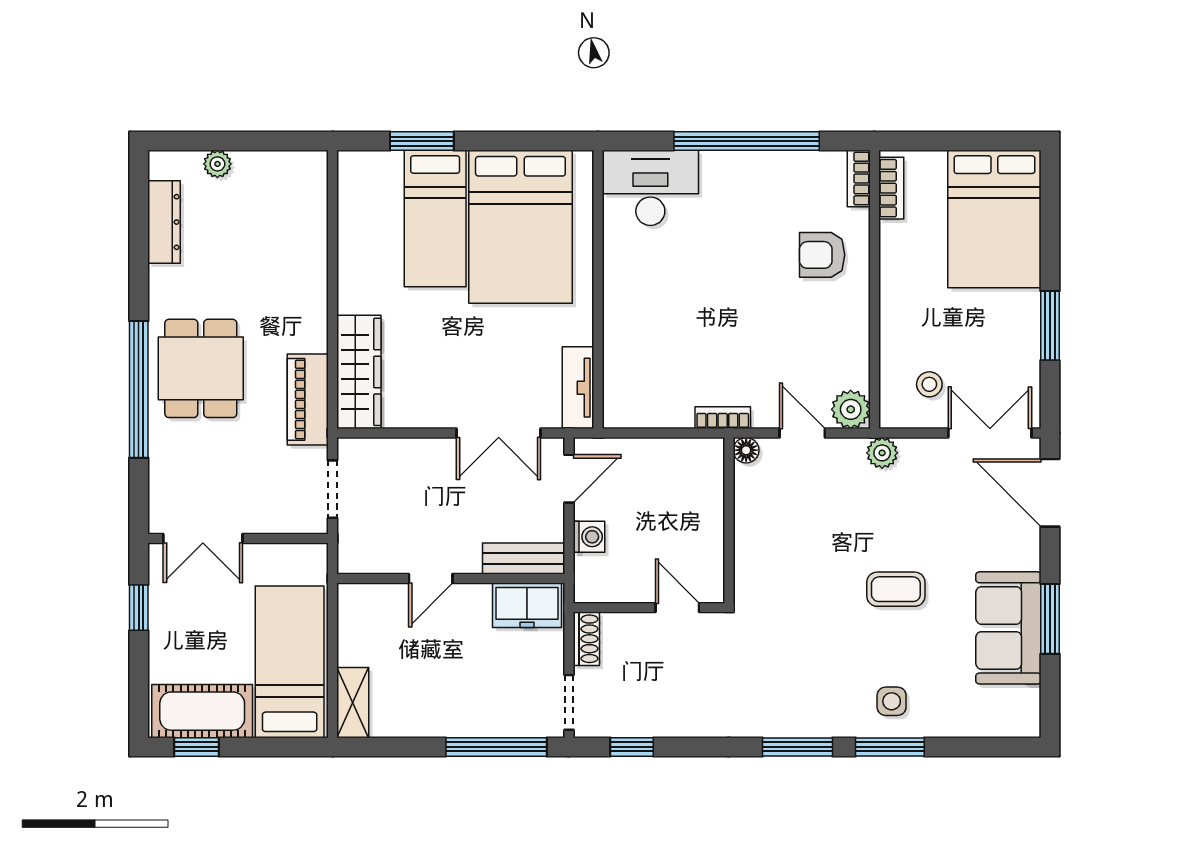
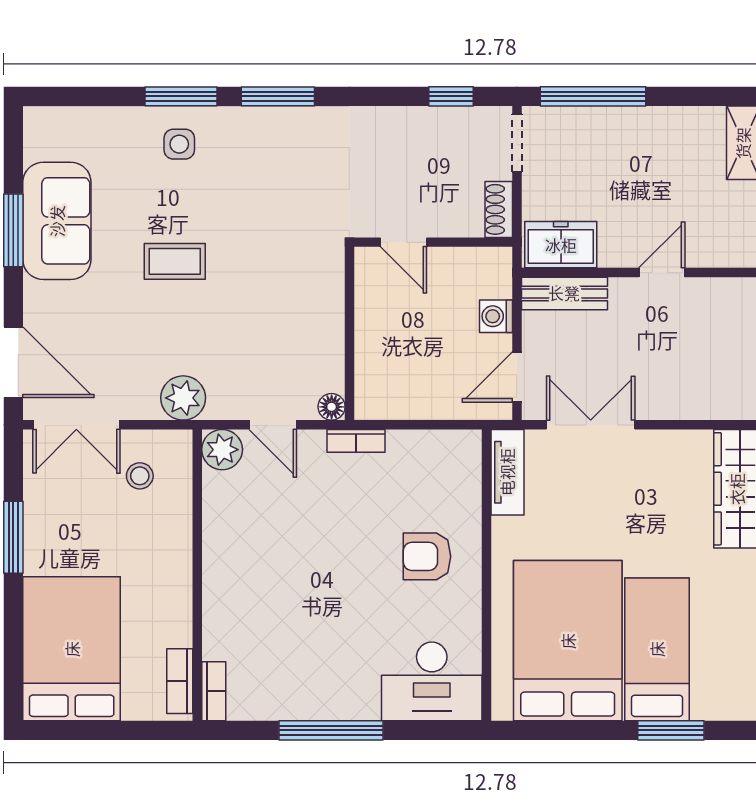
window: (747, 141) -> (331, 730), width x0.68
armchair: (822, 255) -> (427, 556), moved, turned 180
plant: (882, 453) -> (183, 398), width x1.38, depth x1.38

